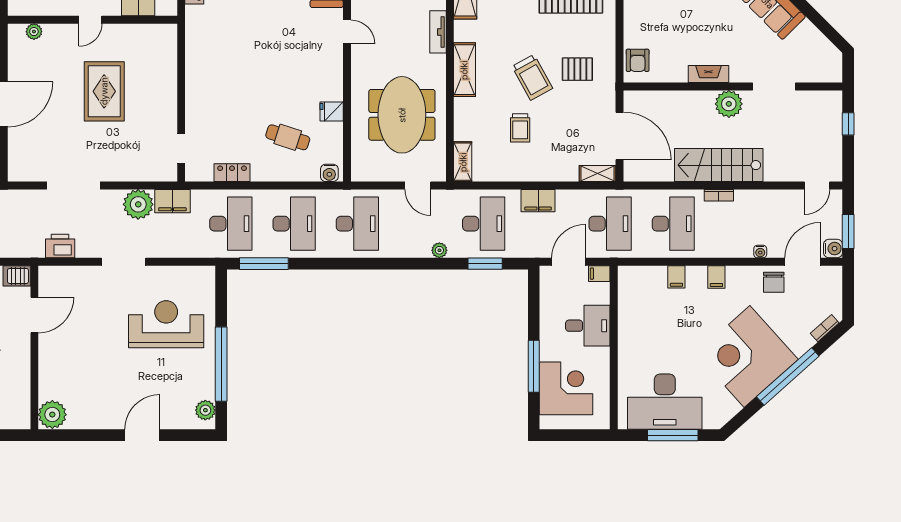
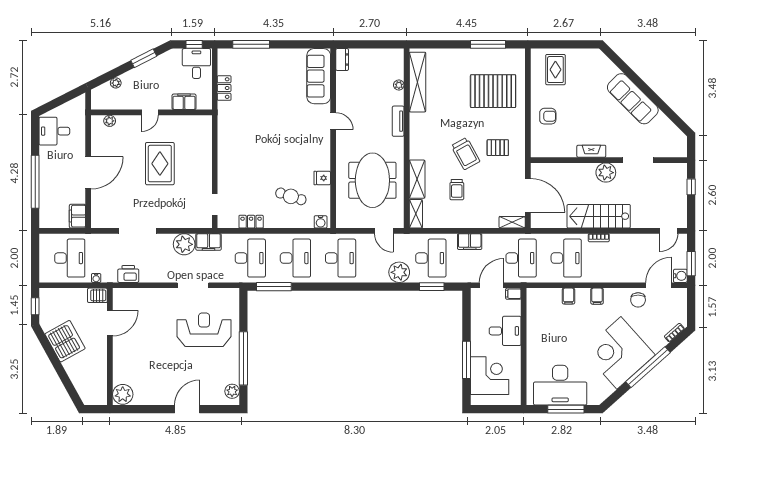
armchair: (638, 60) -> (548, 116), moved, turned -90
shelving: (464, 70) -> (417, 179), moved
plant: (439, 250) -> (399, 272), width x1.88, depth x1.88
water cooler: (760, 252) -> (96, 278), moved
doorway: (124, 262) -> (193, 285), moved

